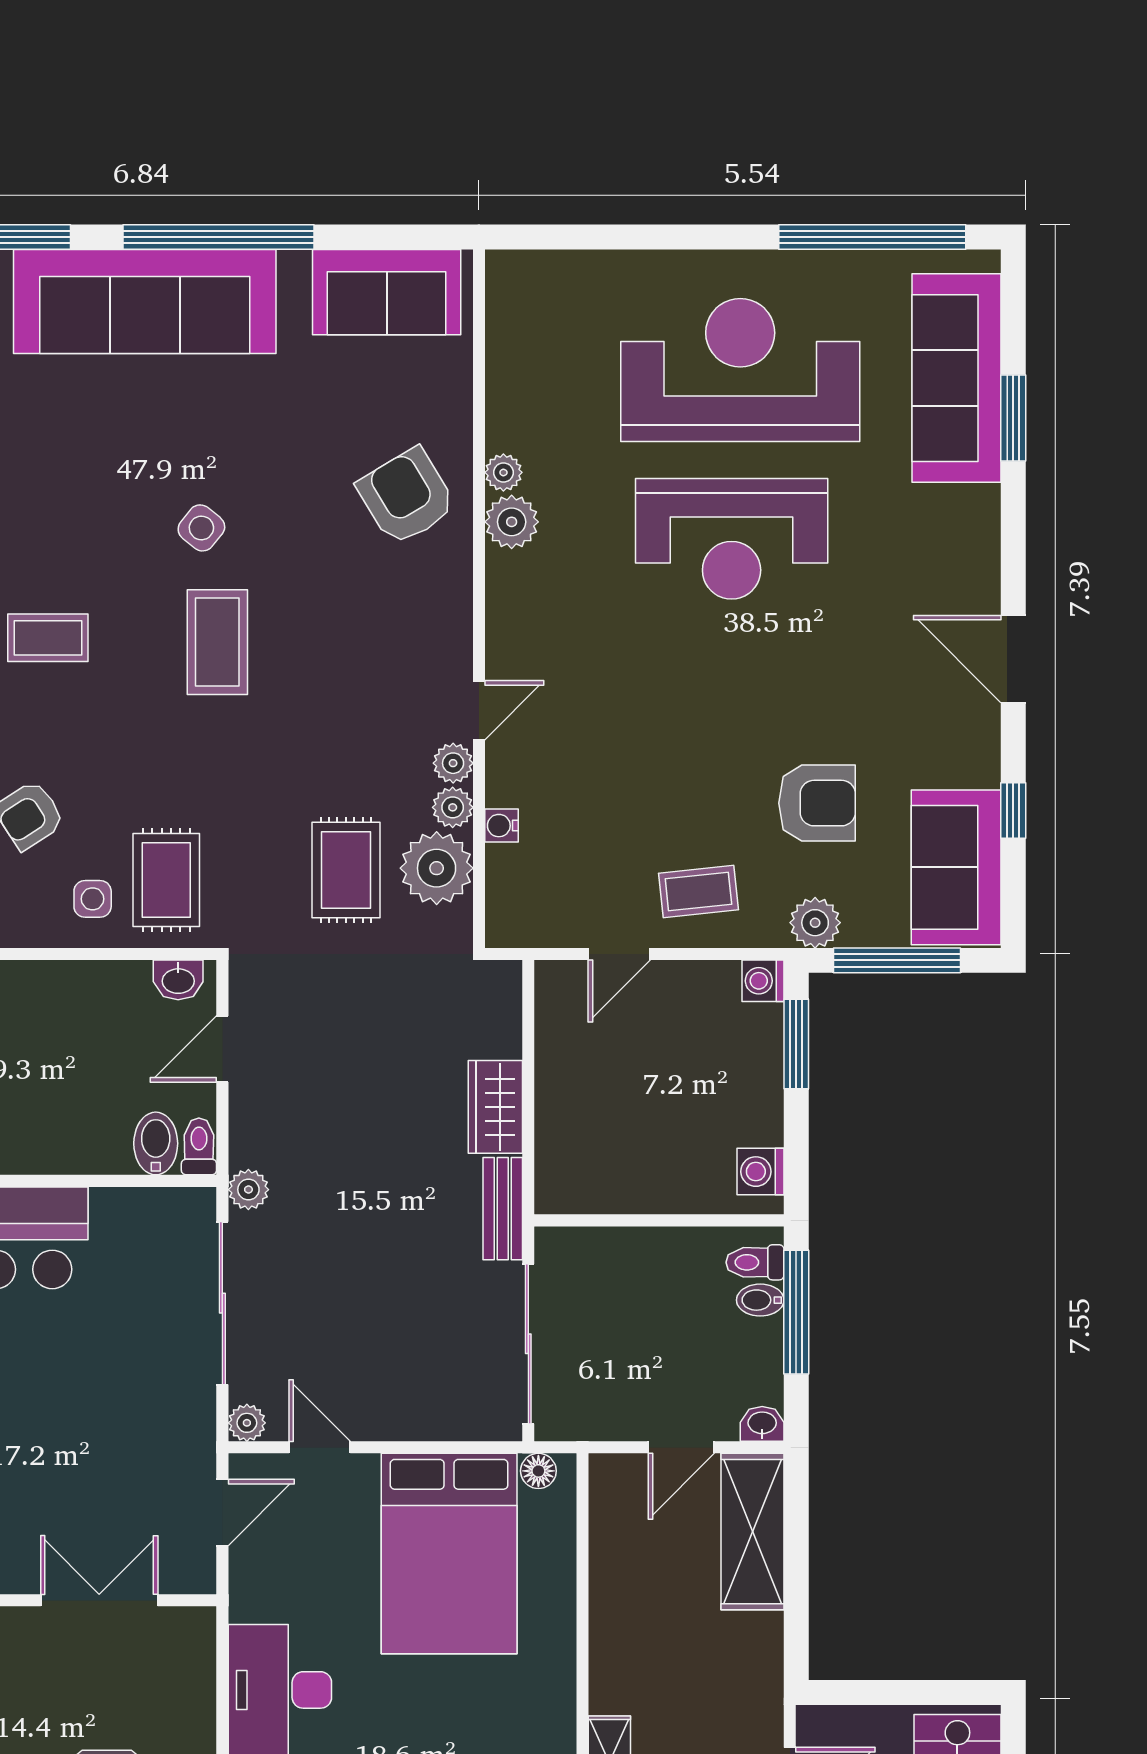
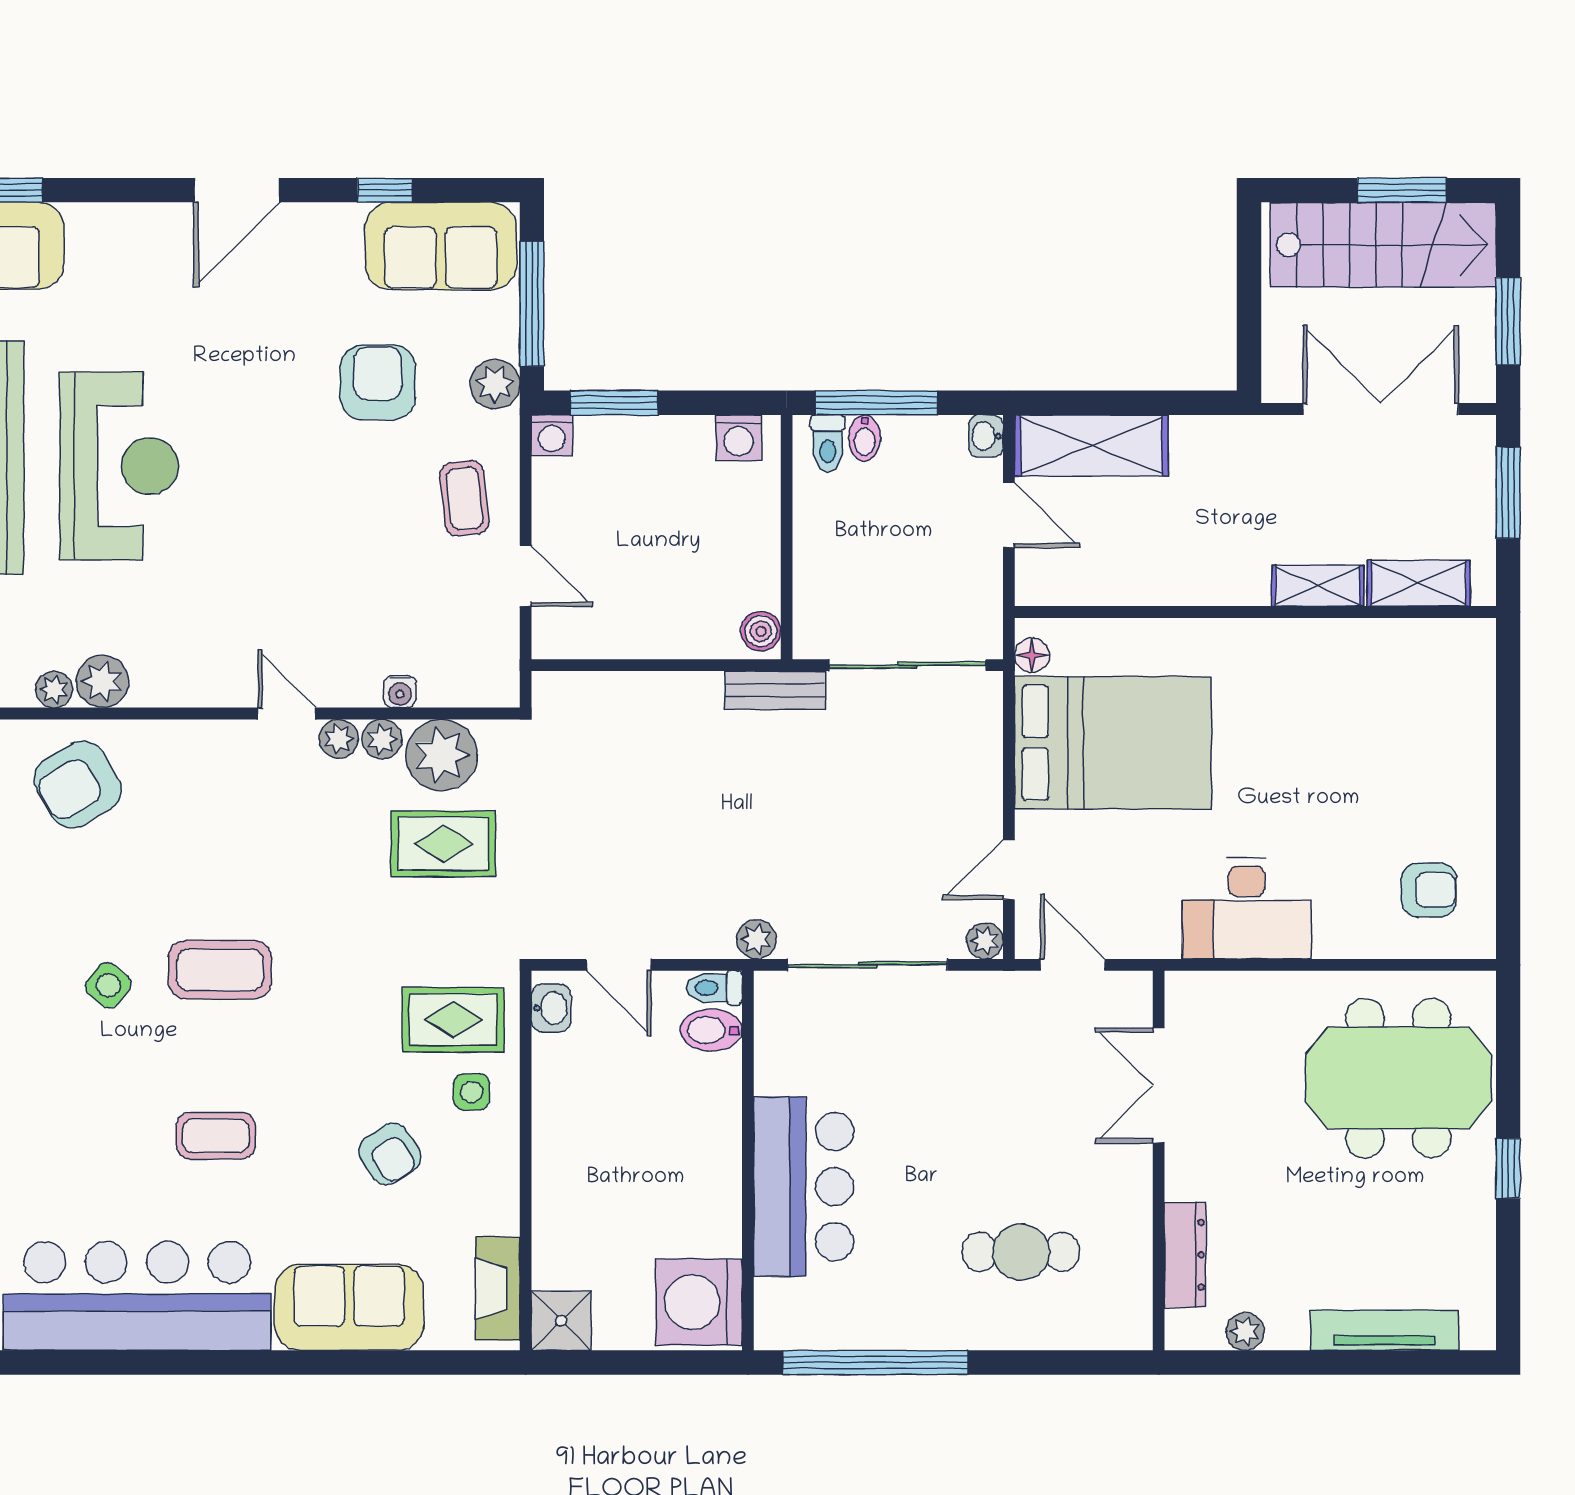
coffee table: (48, 638) -> (216, 1136), turned 90
wardrobe: (495, 1107) -> (675, 697), removed
boiler: (563, 1194) -> (761, 631), added

